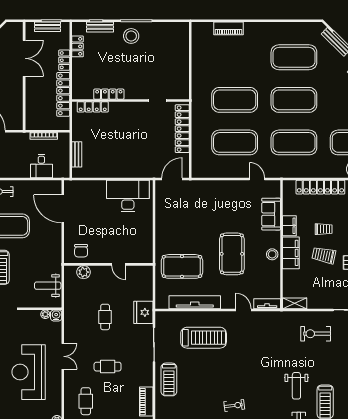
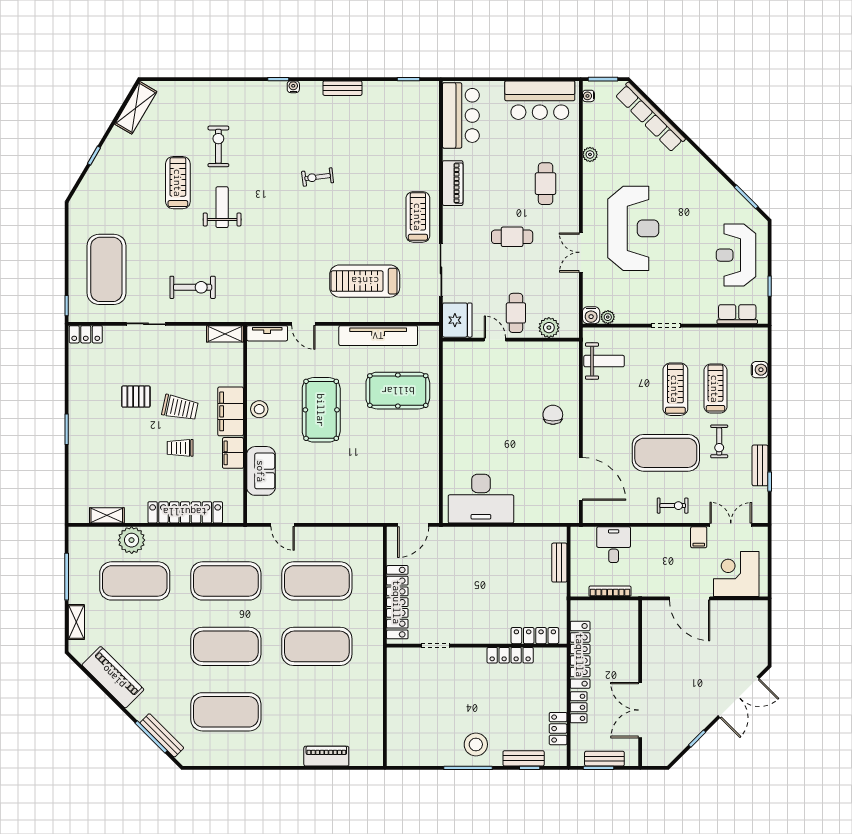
wall: (108, 264) -> (511, 340), moved
door: (119, 264) -> (495, 340), moved
plant: (84, 272) -> (549, 328), moved

